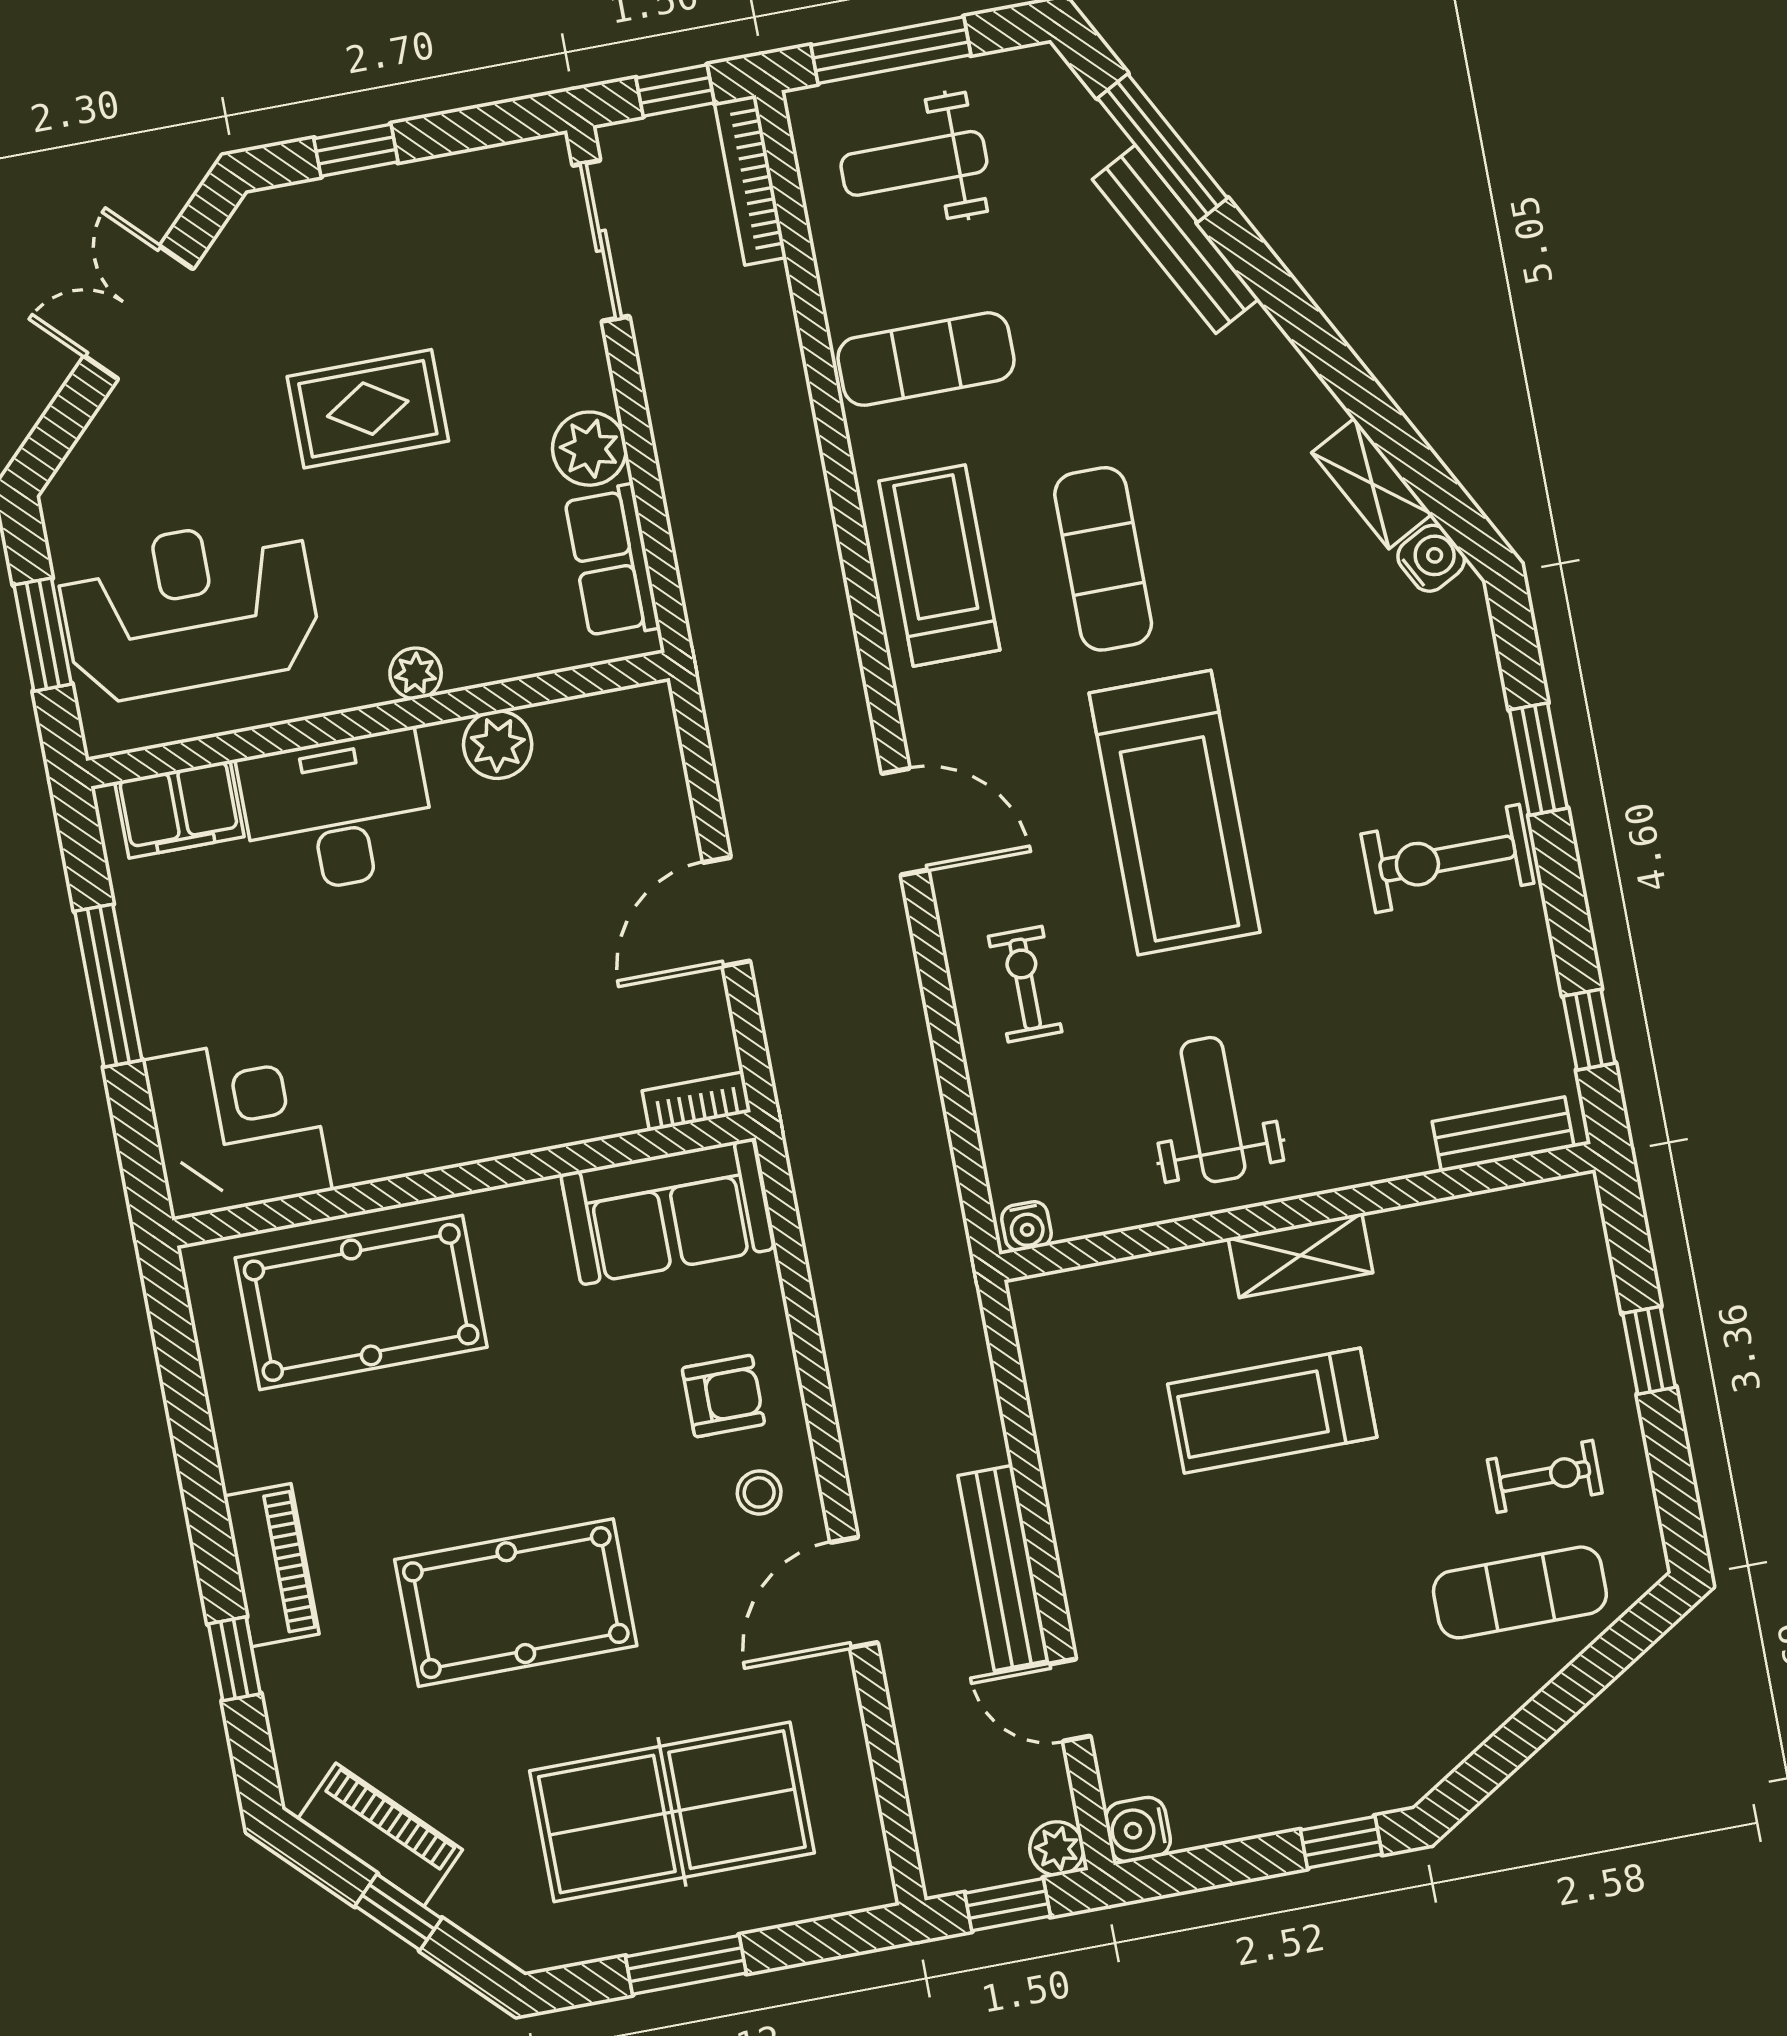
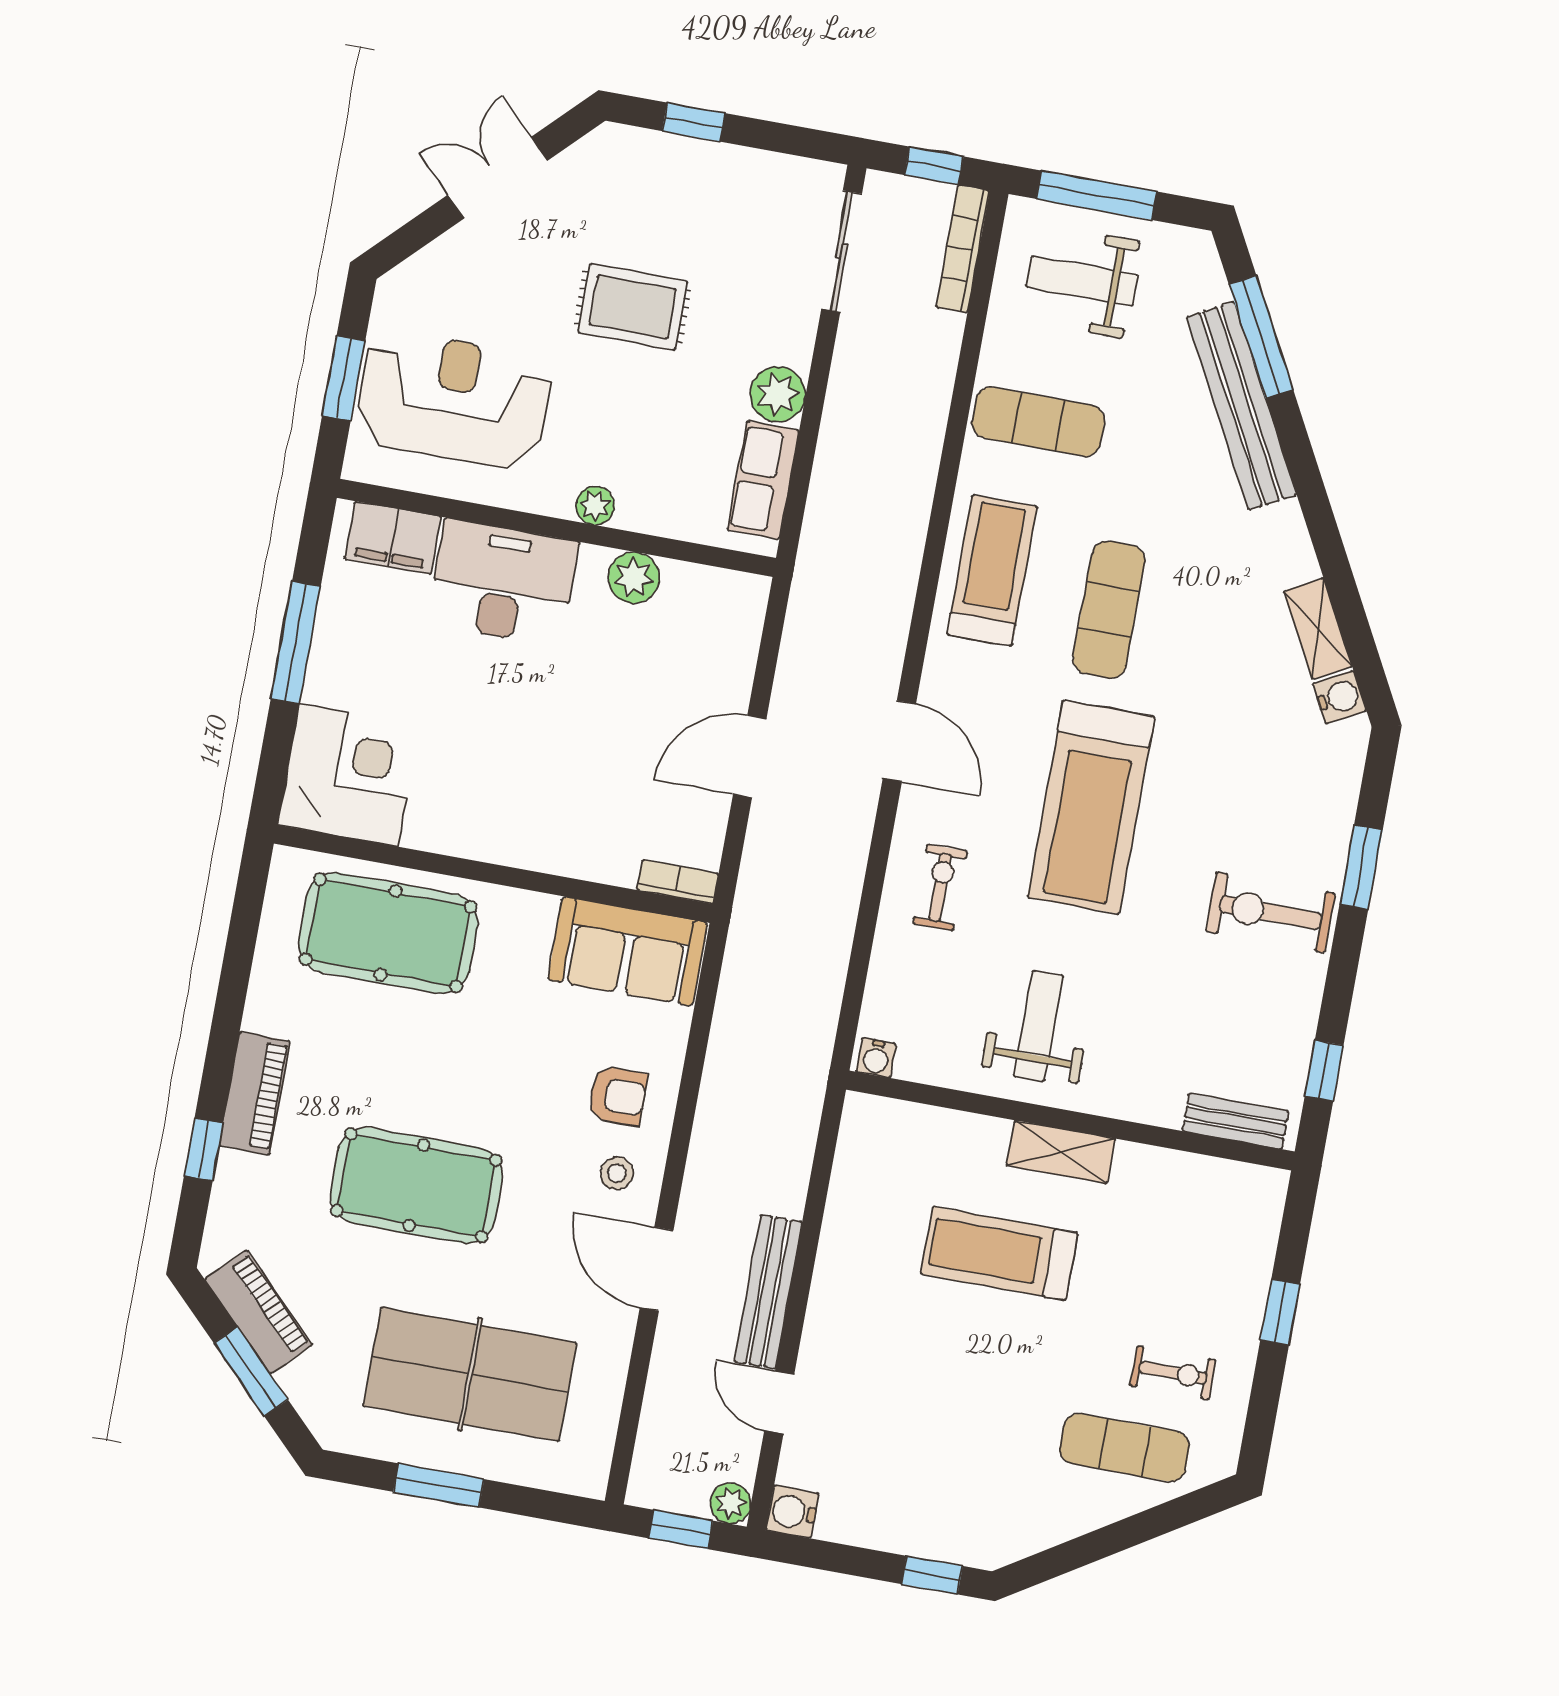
bench: (1176, 239) -> (1241, 406), width x1.37, depth x1.21
door: (854, 1592) -> (657, 1269), hinge flipped
window: (398, 1912) -> (251, 1371), width x1.50

